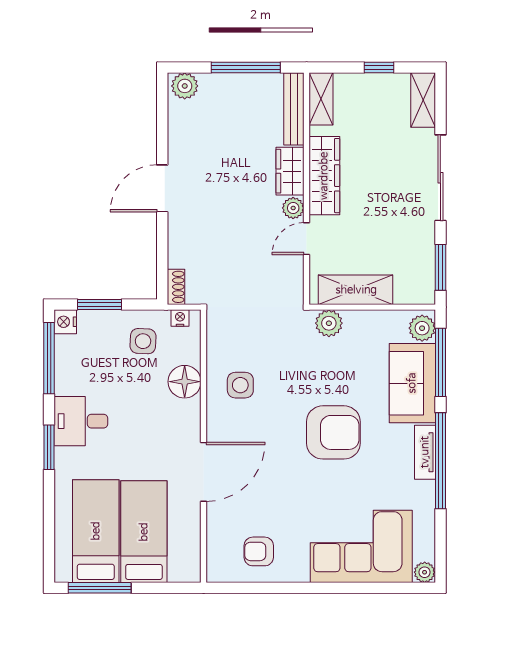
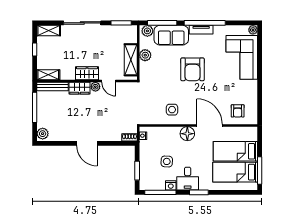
wardrobe: (324, 176) -> (87, 73), width x0.67
nightstand: (65, 322) -> (171, 185), moved
plant: (329, 323) -> (145, 55), moved
side table: (143, 341) -> (167, 161), moved
floor lamp: (185, 382) -> (187, 134), moved
armchair: (333, 432) -> (192, 69), turned 180
armchair: (259, 551) -> (238, 111), moved

